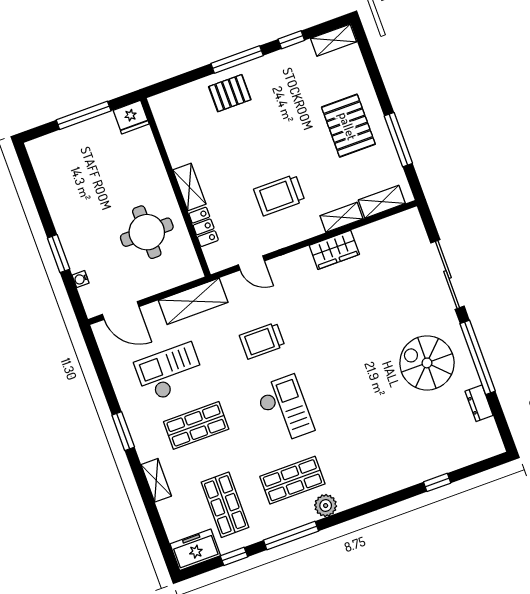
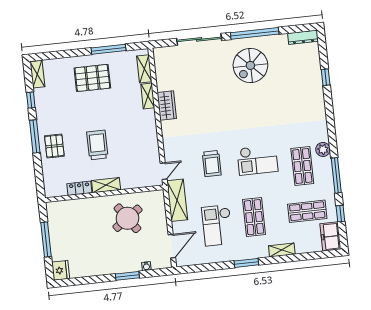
fridge: (131, 117) -> (61, 270), moved
trolley: (279, 195) -> (97, 145), moved, turned 180
locker: (204, 227) -> (79, 188), moved
round table: (147, 232) -> (127, 218), turned -35
door: (251, 263) -> (164, 171), moved
dresser: (479, 403) -> (303, 37), moved, width x1.44
checkout: (285, 409) -> (257, 160), turned 180

